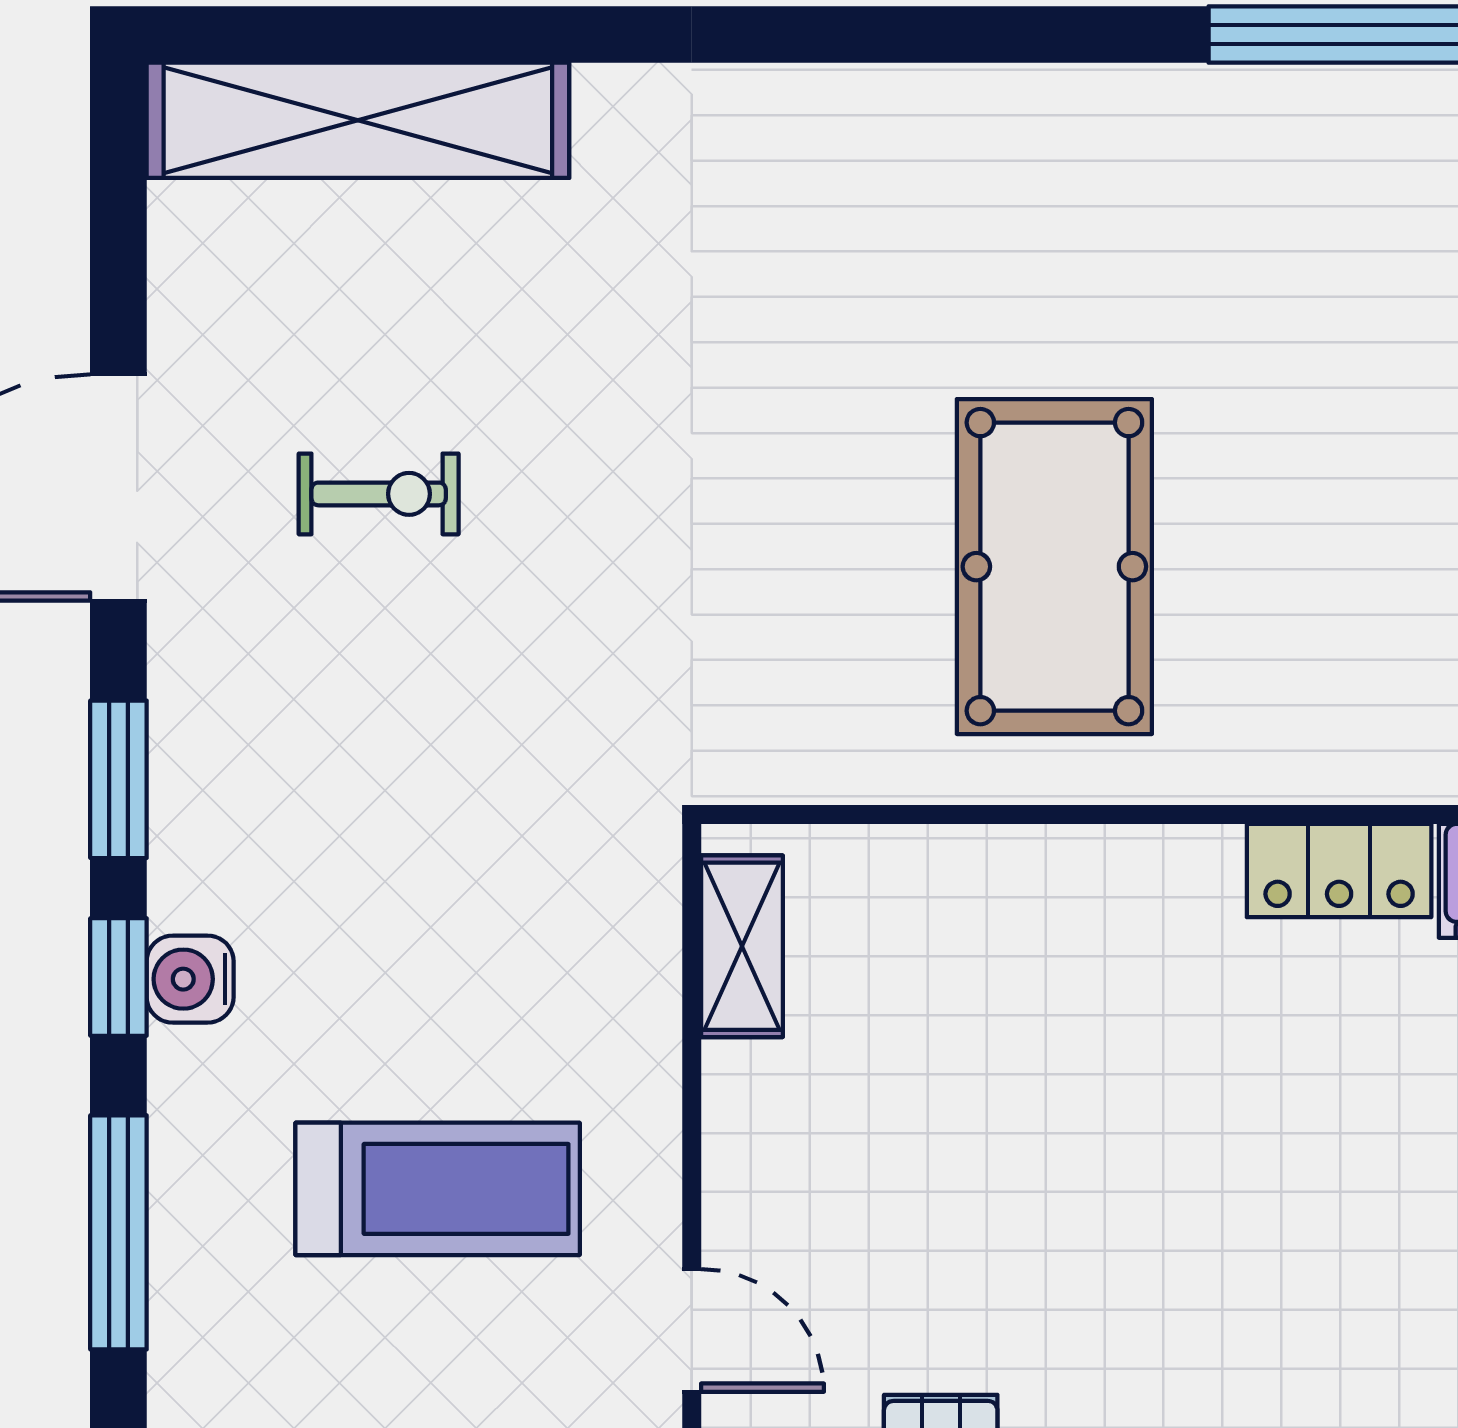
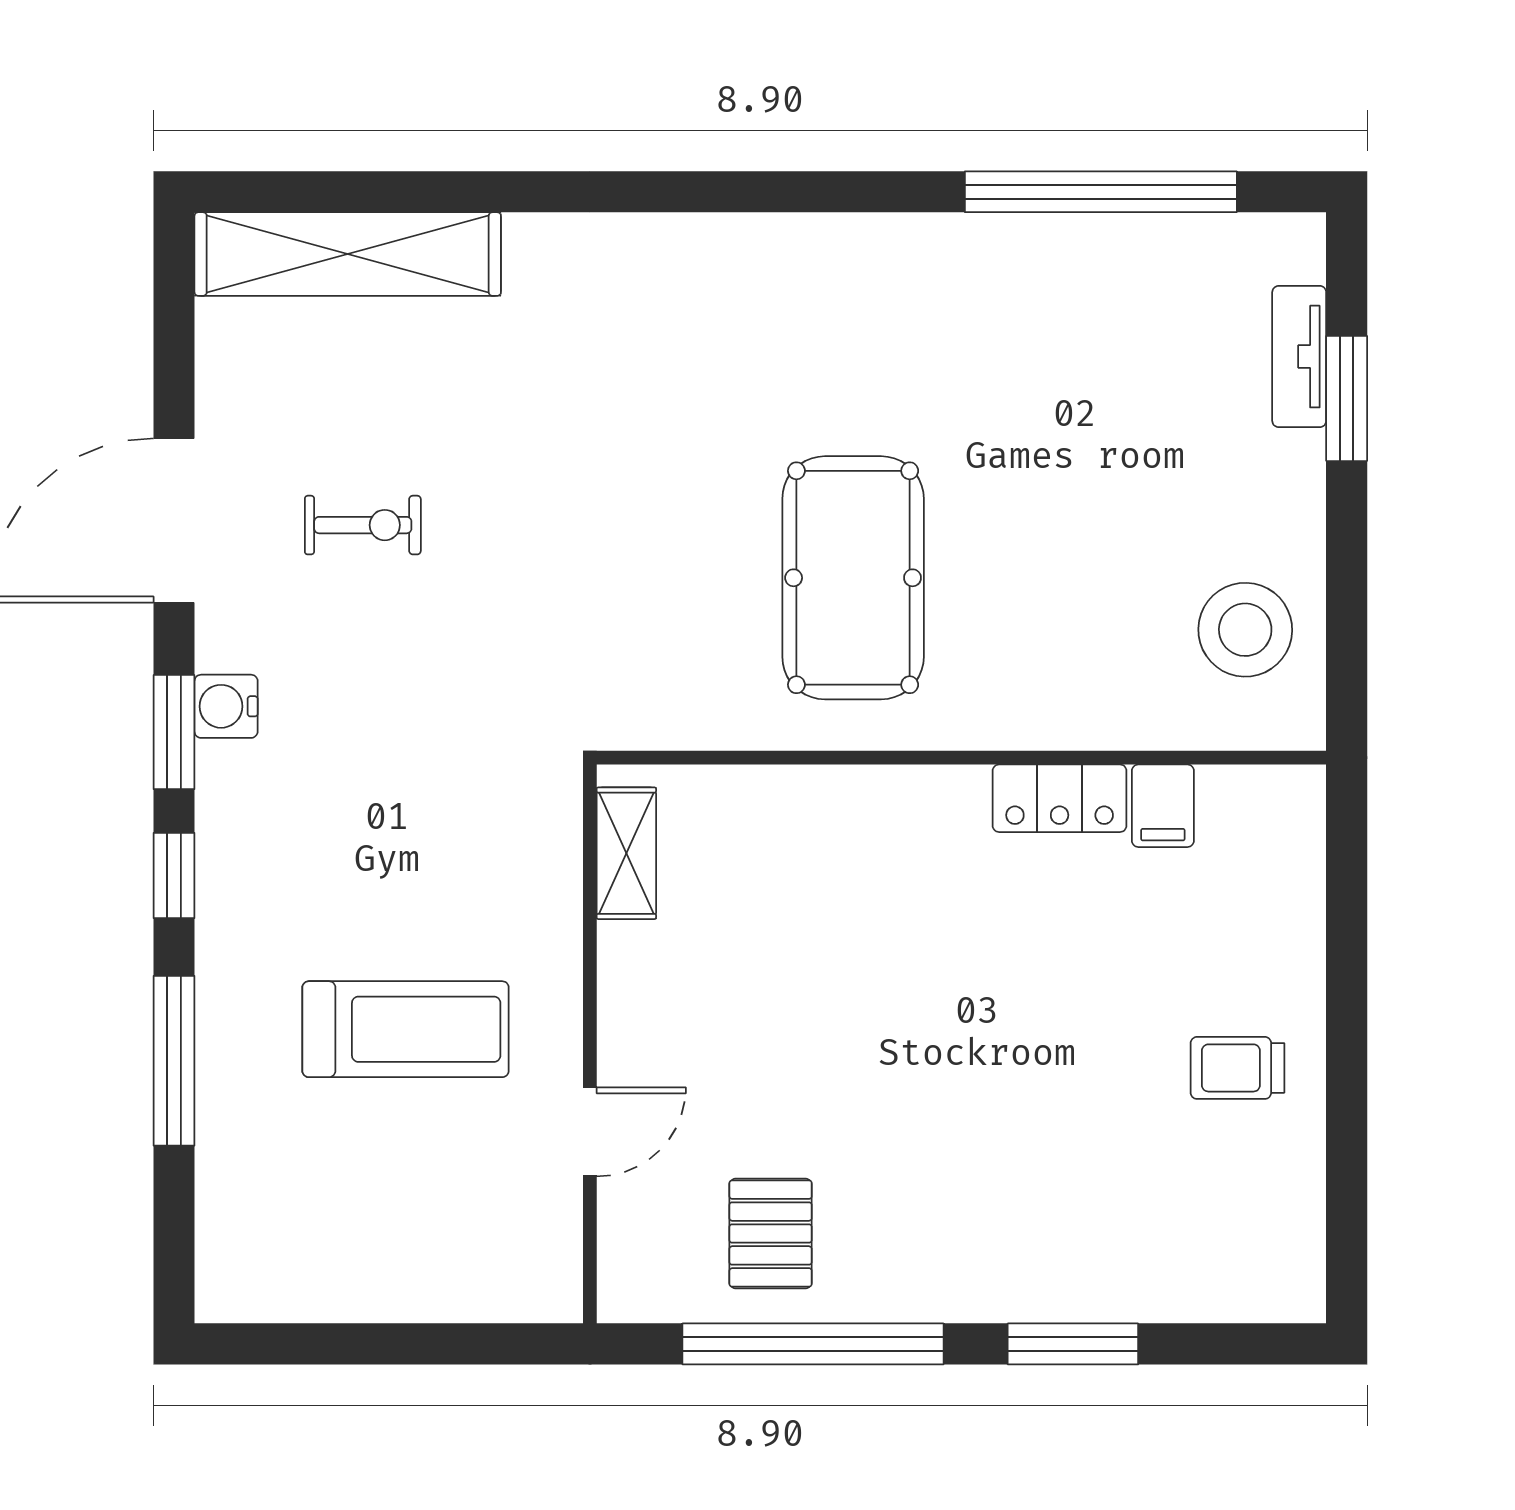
water cooler: (190, 979) -> (226, 706), moved
door: (692, 1330) -> (590, 1132), hinge flipped

